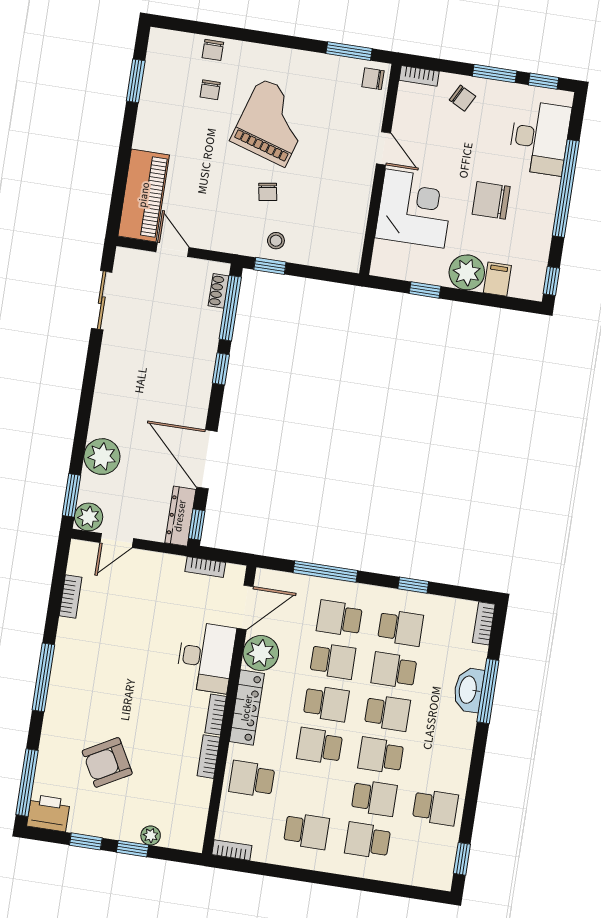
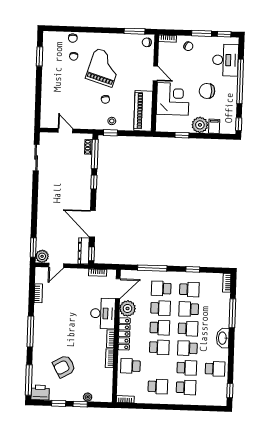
piano: (144, 195) -> (143, 111), moved, turned 180
plant: (102, 457) -> (45, 228), removed
washbasin: (469, 690) -> (223, 338), moved
school desk: (320, 746) -> (159, 347), turned 180
school desk: (368, 840) -> (186, 387), turned 180

